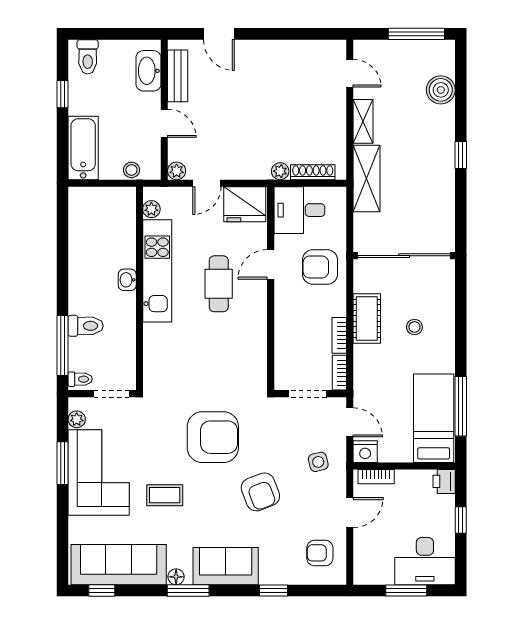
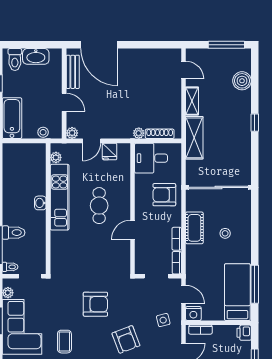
door: (219, 34) -> (99, 45), width x1.87
washbasin: (148, 71) -> (36, 56), moved, turned -90
fridge: (245, 204) -> (110, 152), width x0.53, depth x0.75
door: (271, 264) -> (133, 230), moved
armchair: (213, 437) -> (95, 304), width x0.73, depth x0.73
coffee table: (165, 495) -> (64, 342), turned 90

